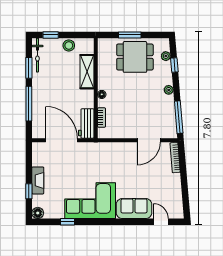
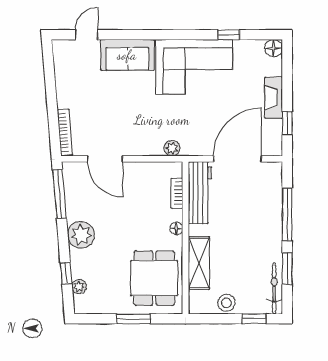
dining table: (135, 57) -> (154, 278), moved, turned 90
plant: (169, 90) -> (81, 235), width x1.88, depth x1.88
workbench: (86, 123) -> (200, 193), width x1.38
door: (62, 140) -> (237, 159), swing flipped
door: (149, 140) -> (105, 159), swing flipped
plant: (105, 147) -> (172, 148), added
window: (29, 191) -> (287, 123), moved
door: (161, 222) -> (87, 35), swing flipped

